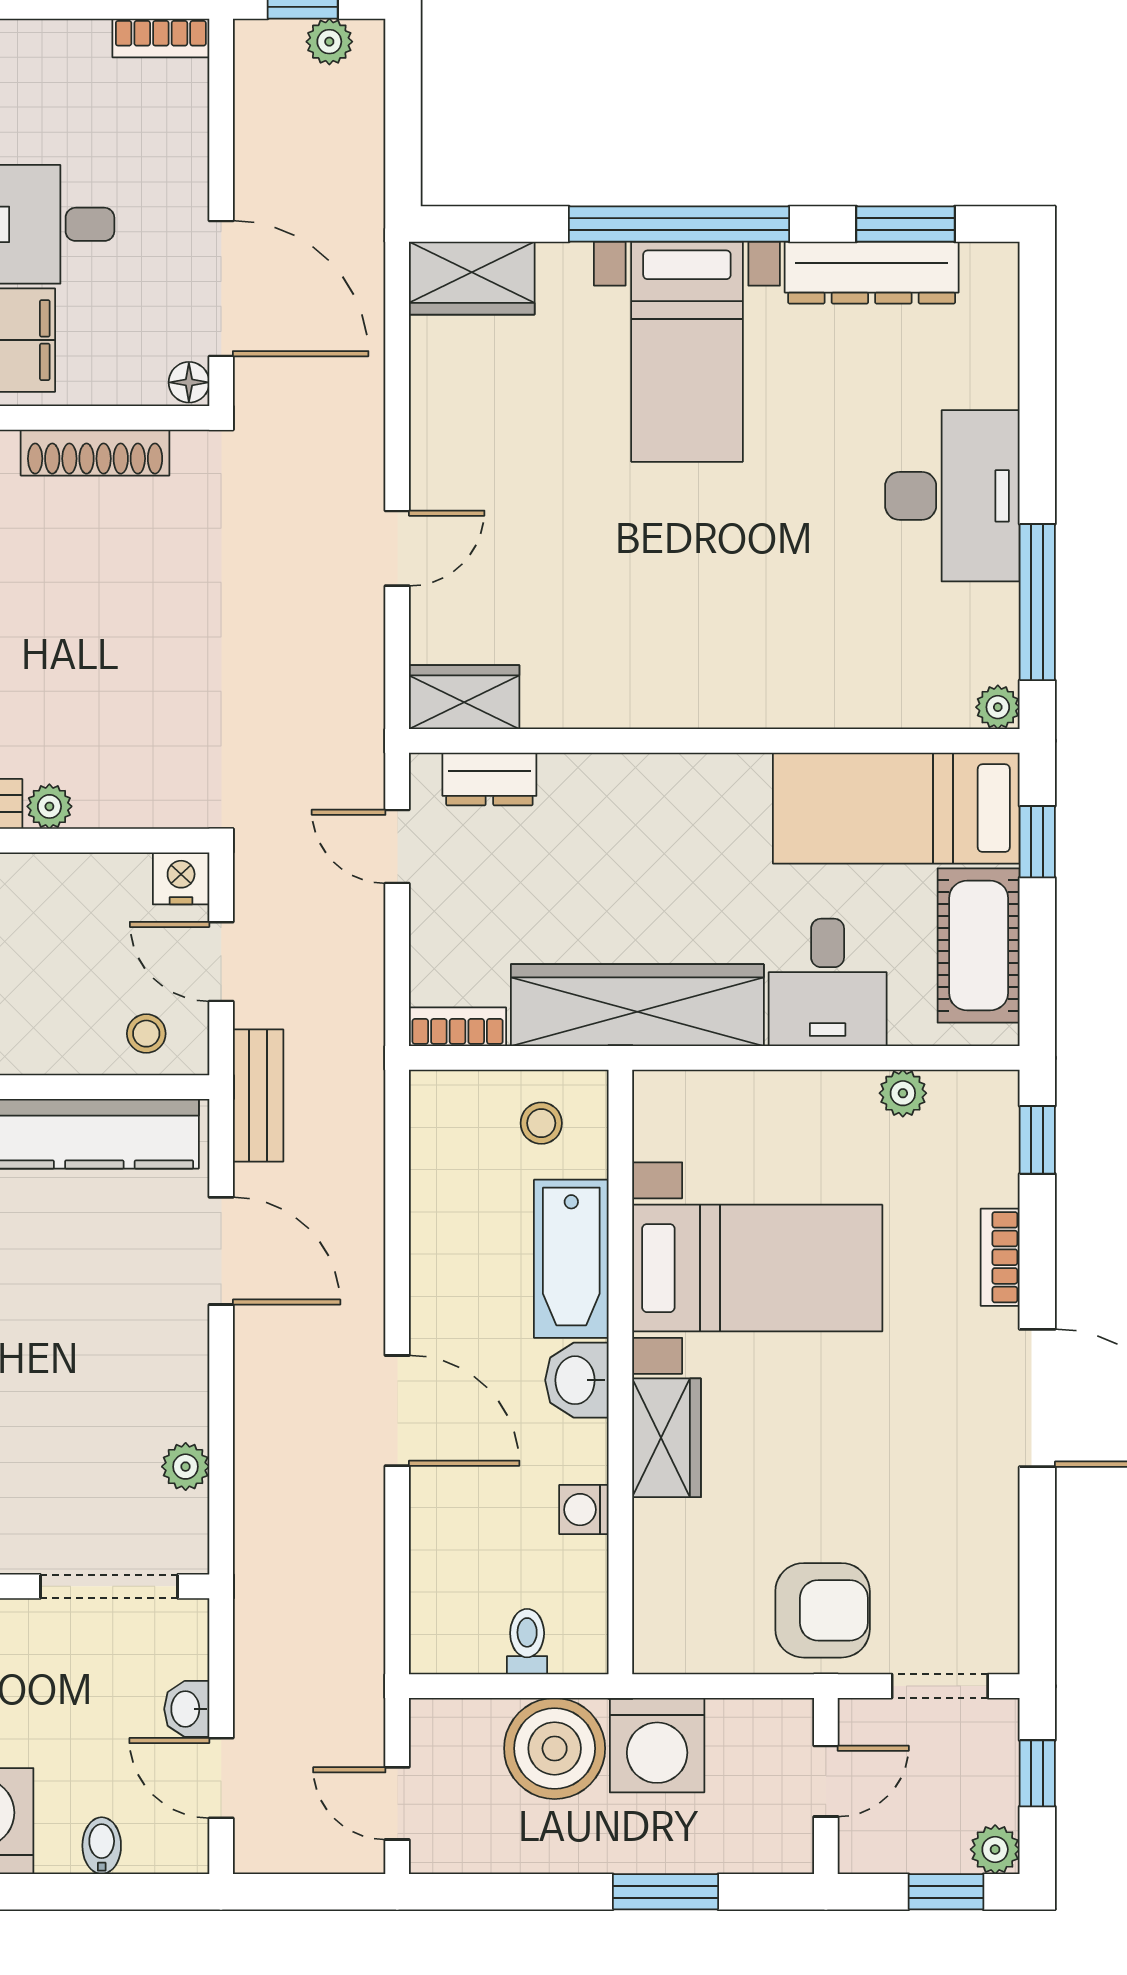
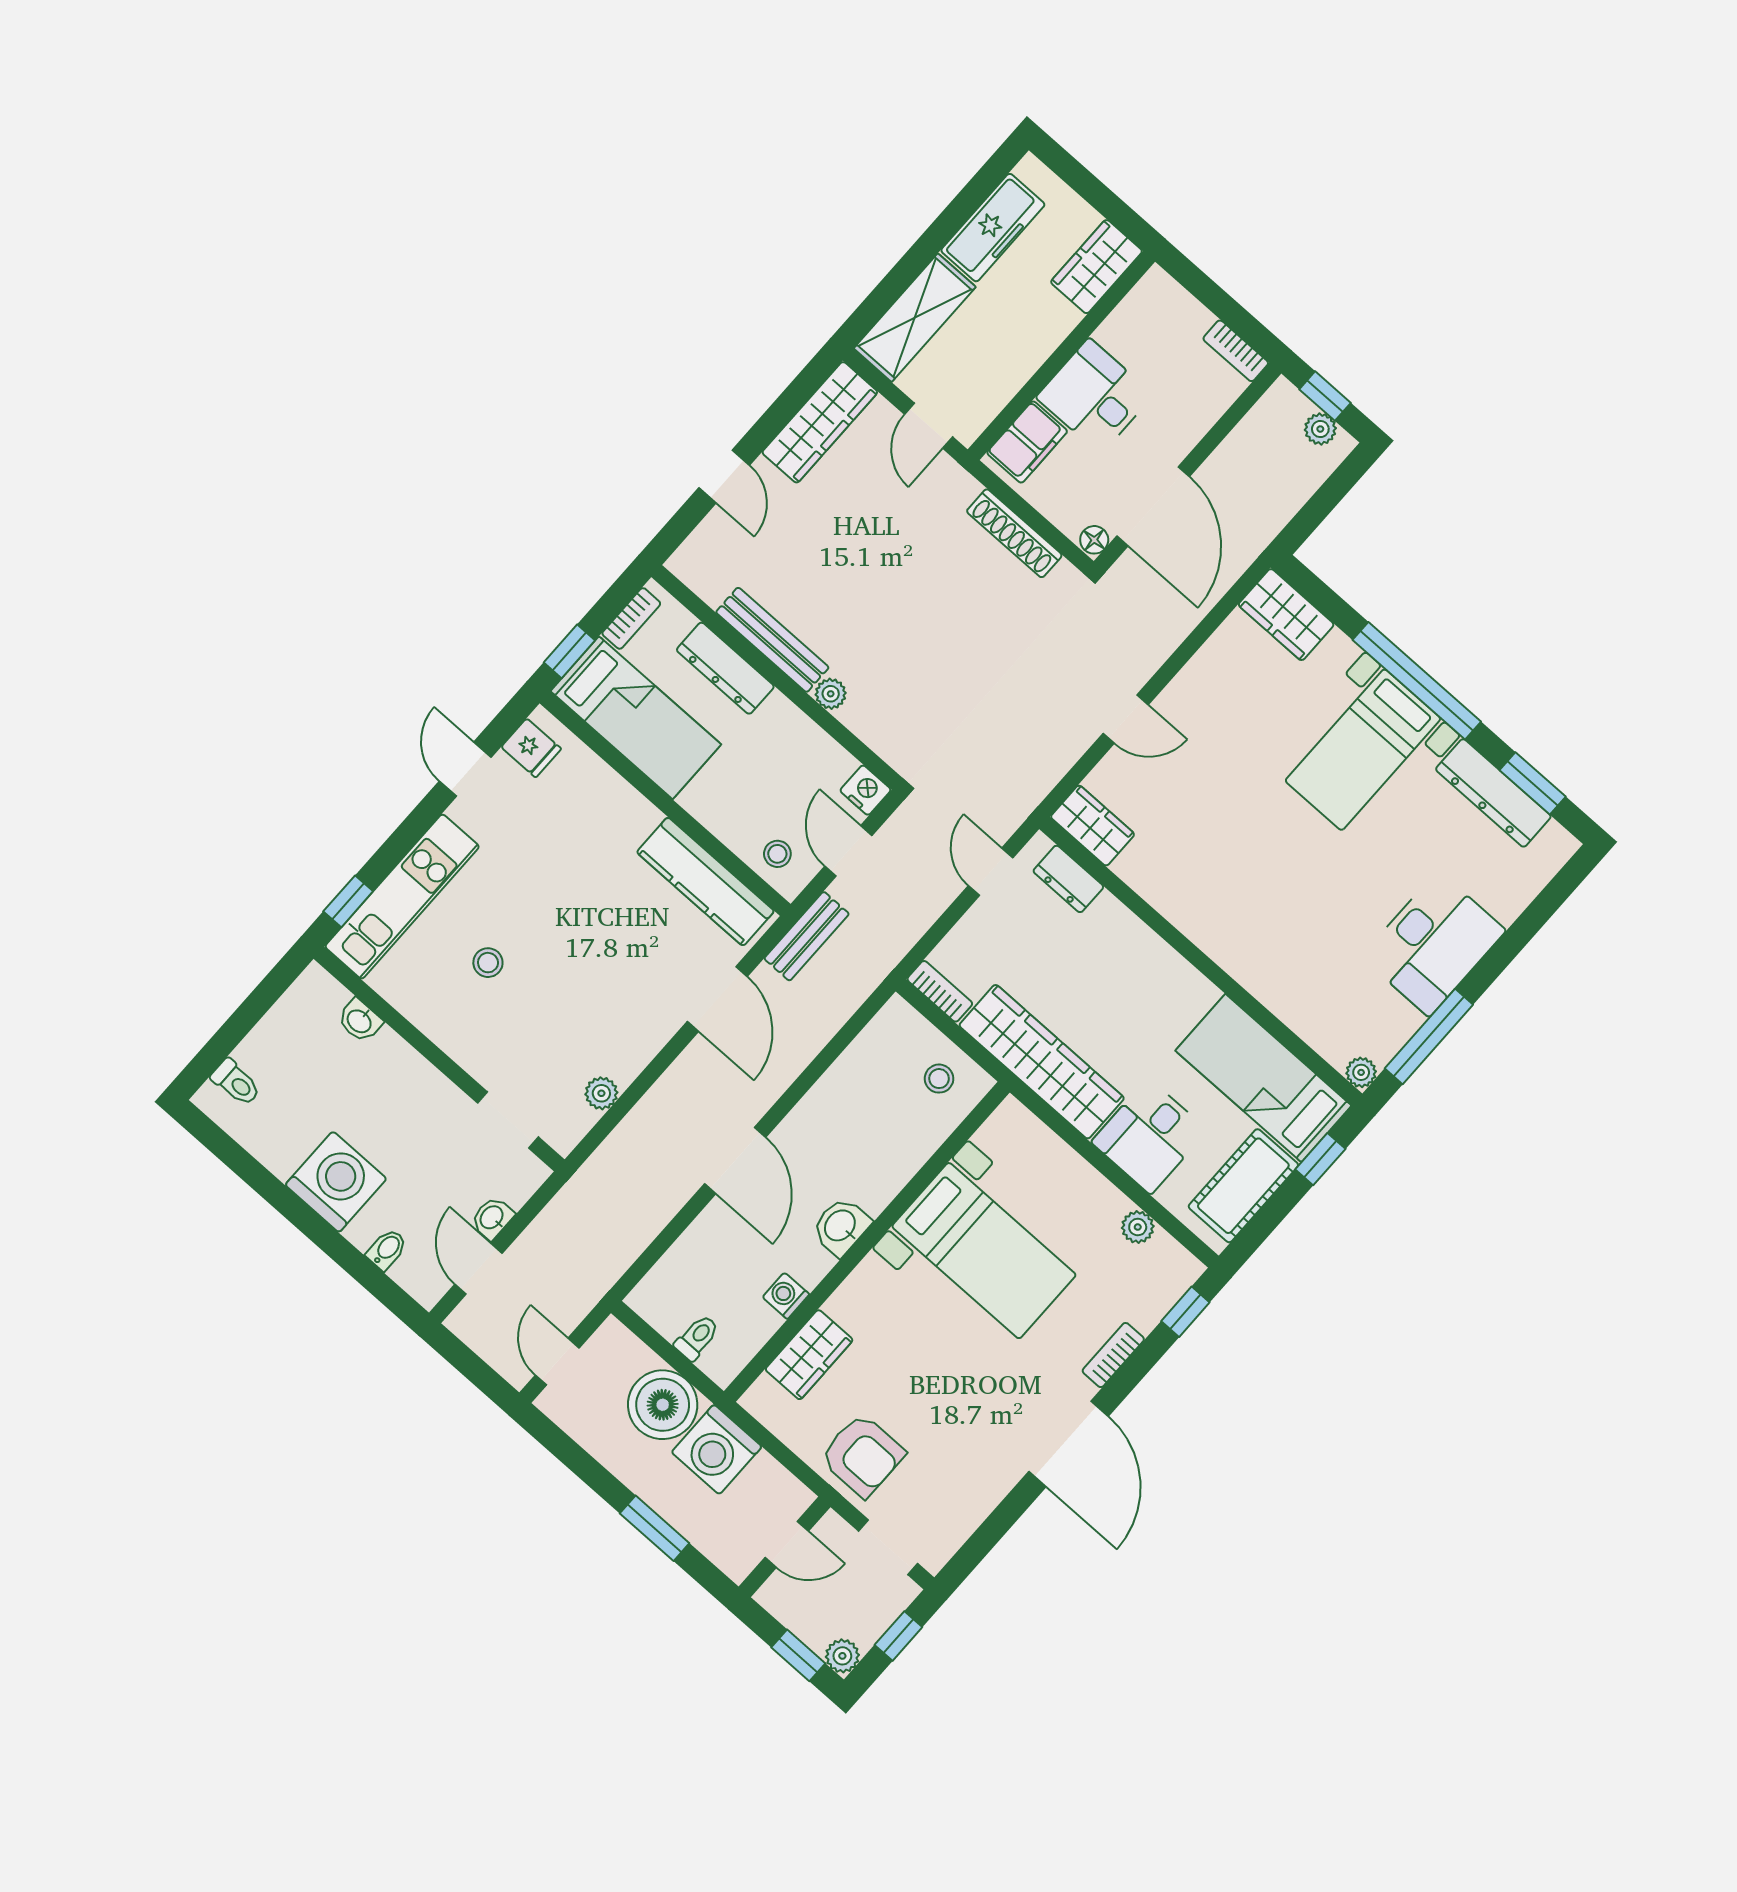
bathtub: (571, 1259) -> (893, 1162), removed
wardrobe: (667, 1438) -> (809, 1355), moved
doorway: (109, 1586) -> (508, 1120), width x0.73

